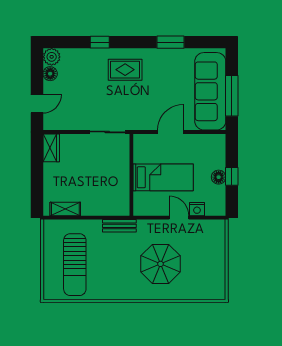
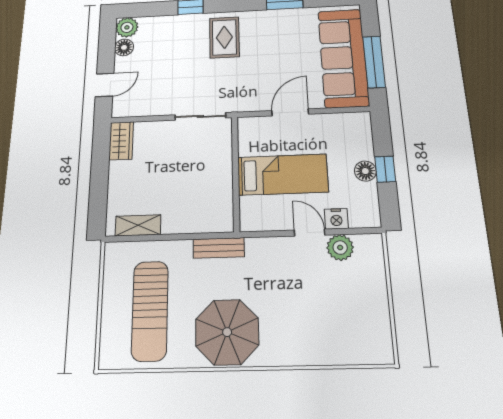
rug: (125, 70) -> (224, 37), turned 90
plant: (198, 228) -> (340, 248), added
parasol: (160, 264) -> (227, 332), moved

